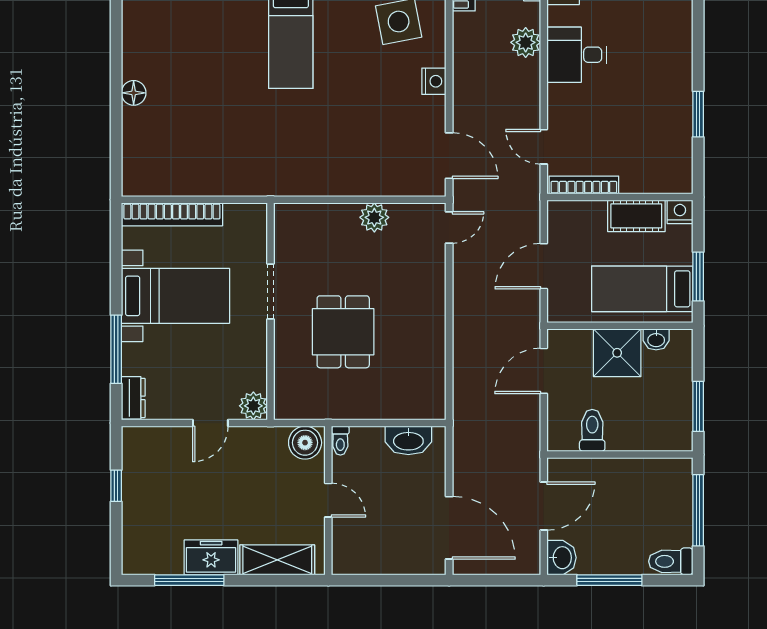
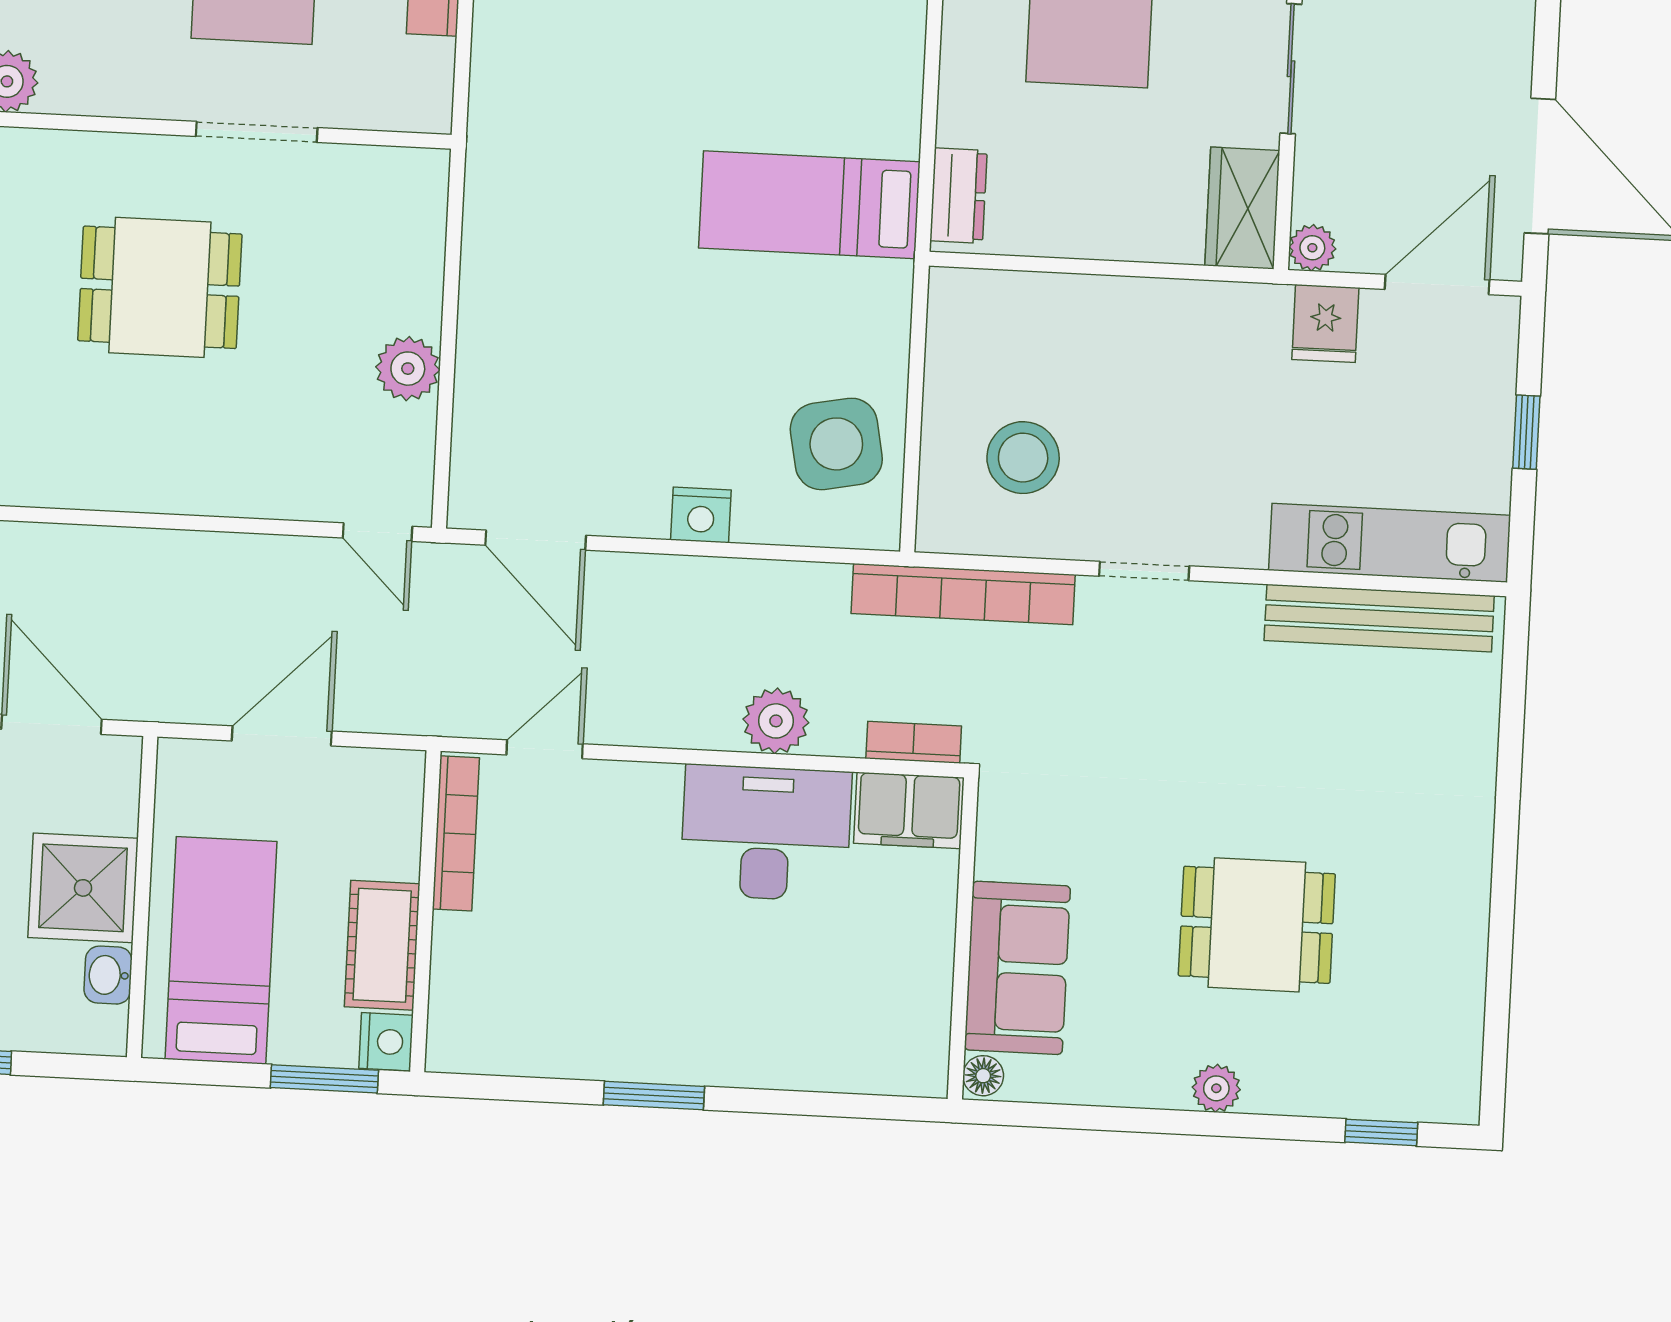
desk: (577, 55) -> (766, 833), width x1.37
window: (698, 114) -> (654, 1096), moved
door: (449, 156) -> (536, 540), hinge flipped
door: (544, 266) -> (282, 736), hinge flipped
window: (698, 277) -> (324, 1079), moved

